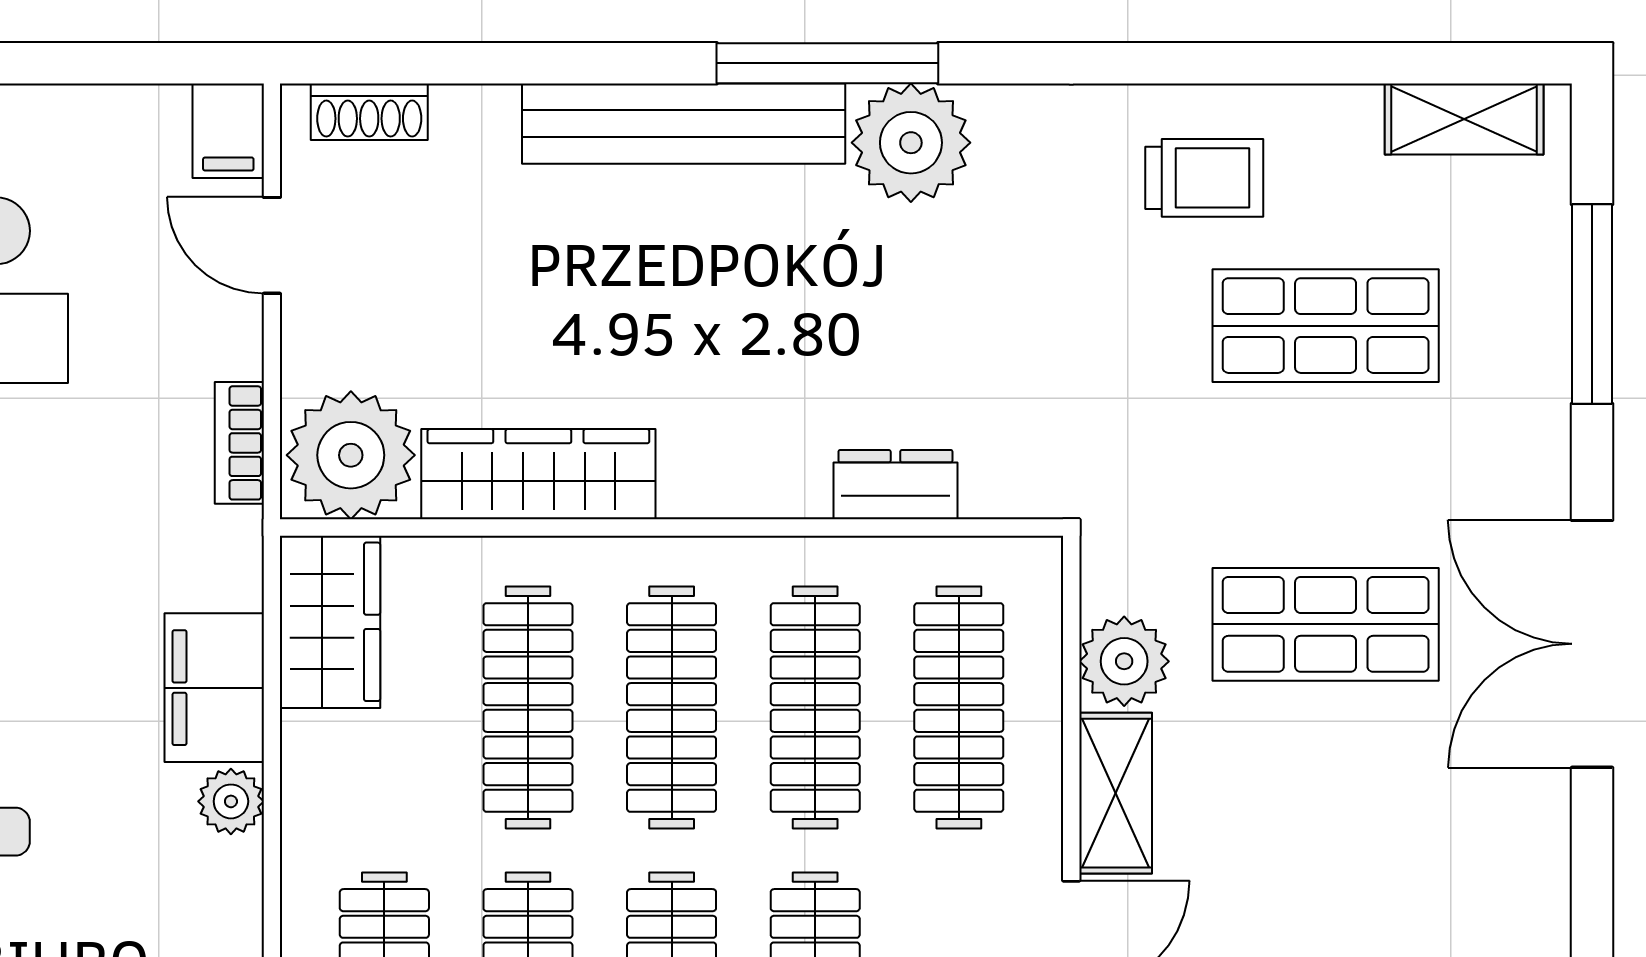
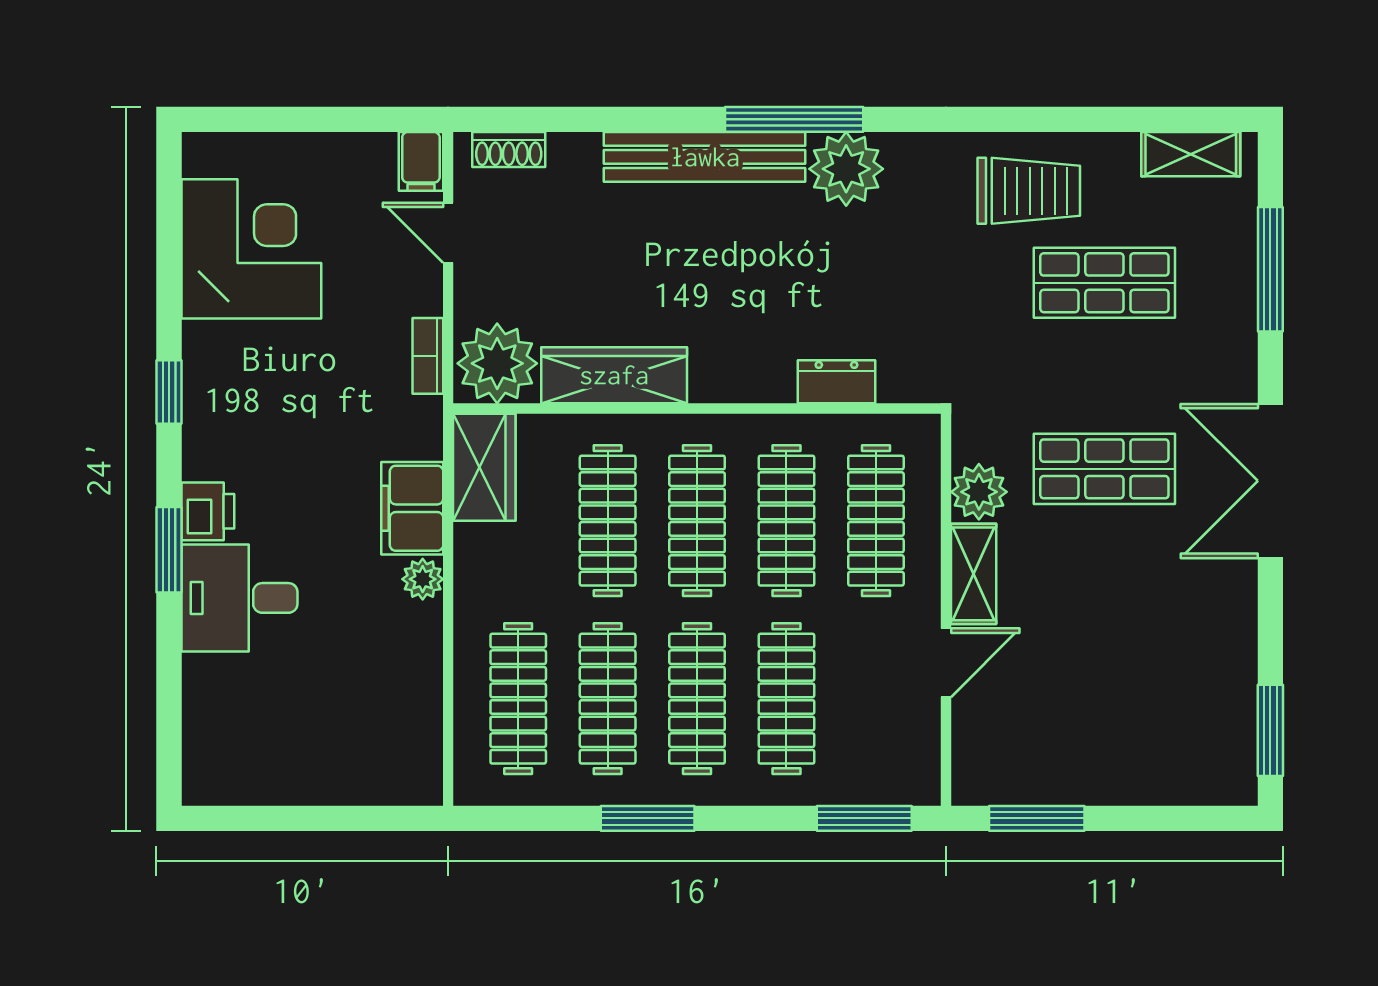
trolley: (1204, 178) -> (1029, 191), width x1.36, depth x1.39

